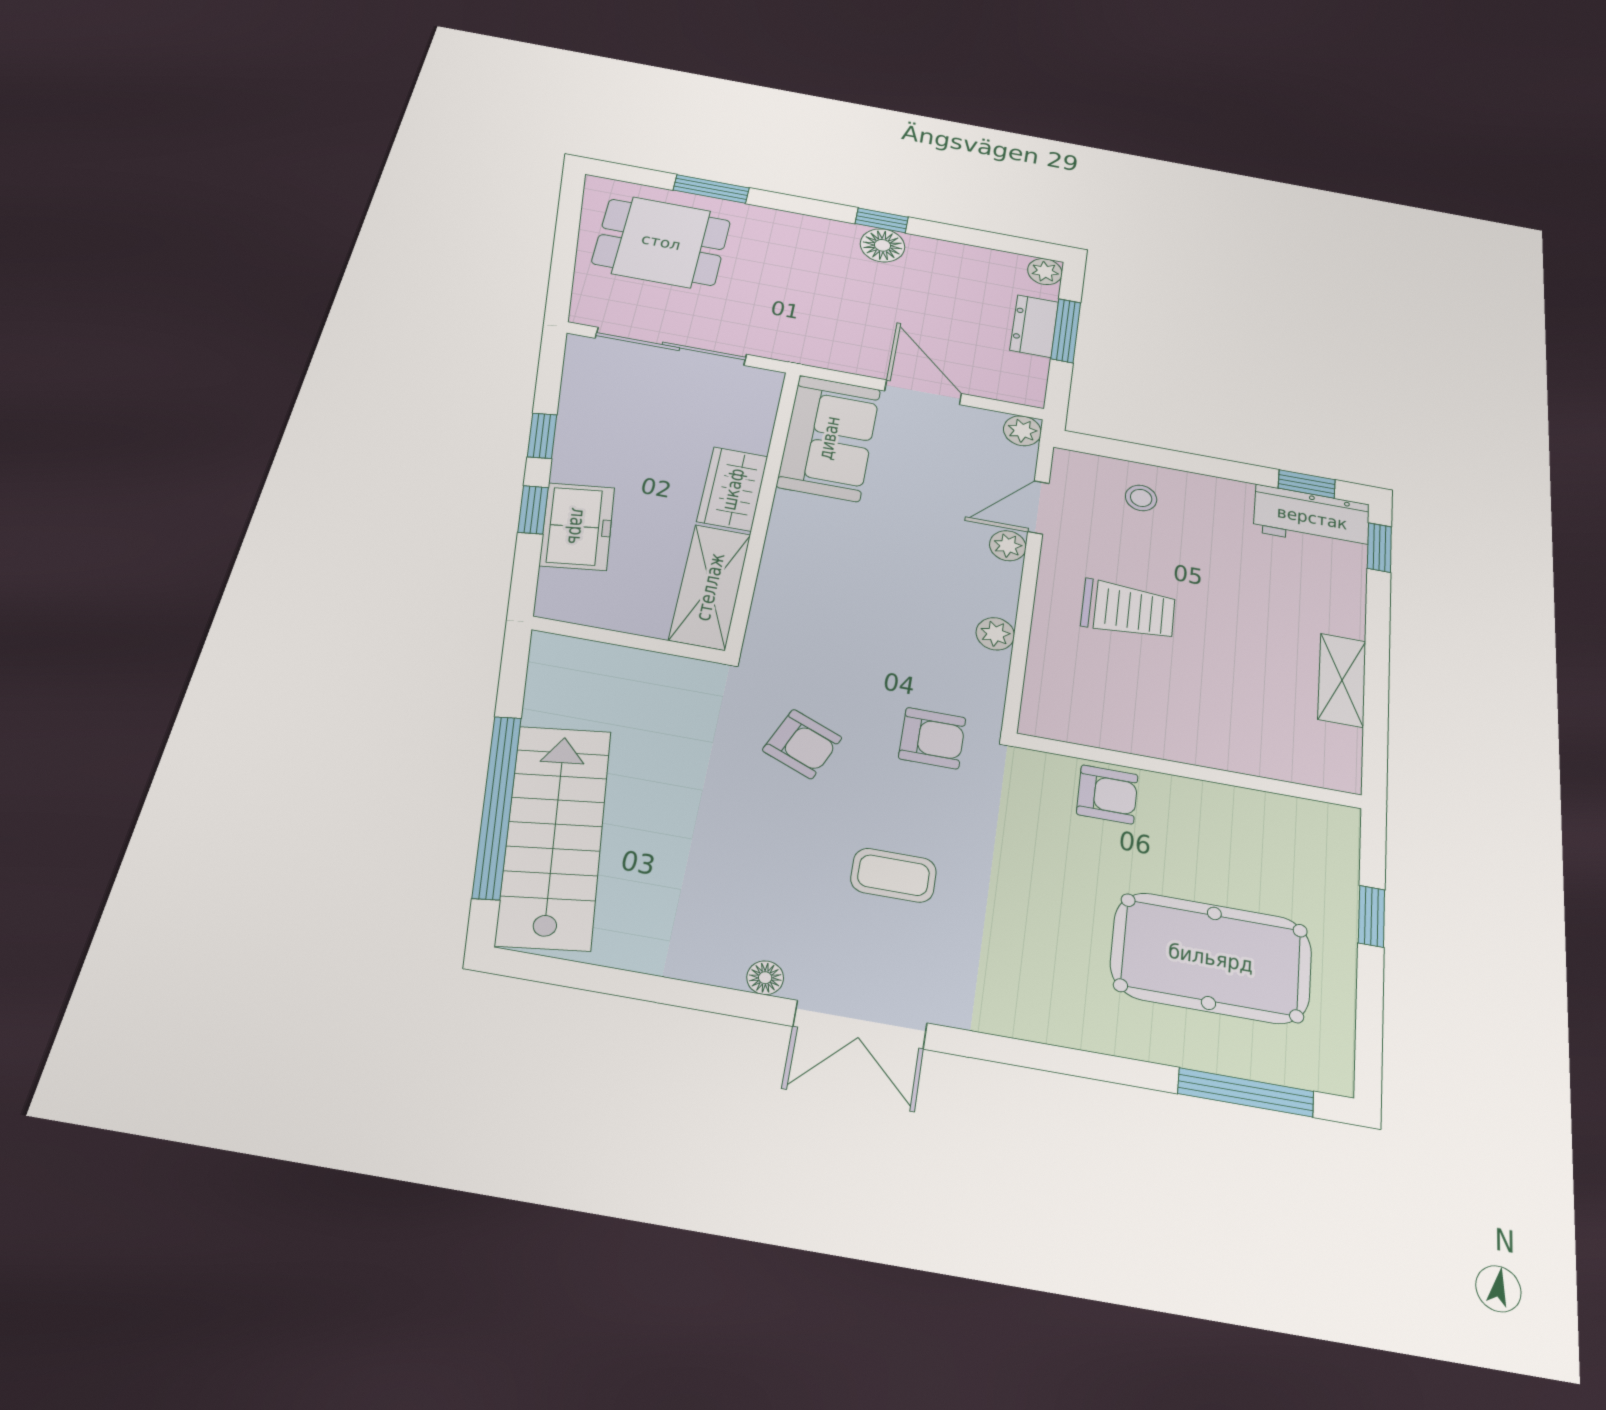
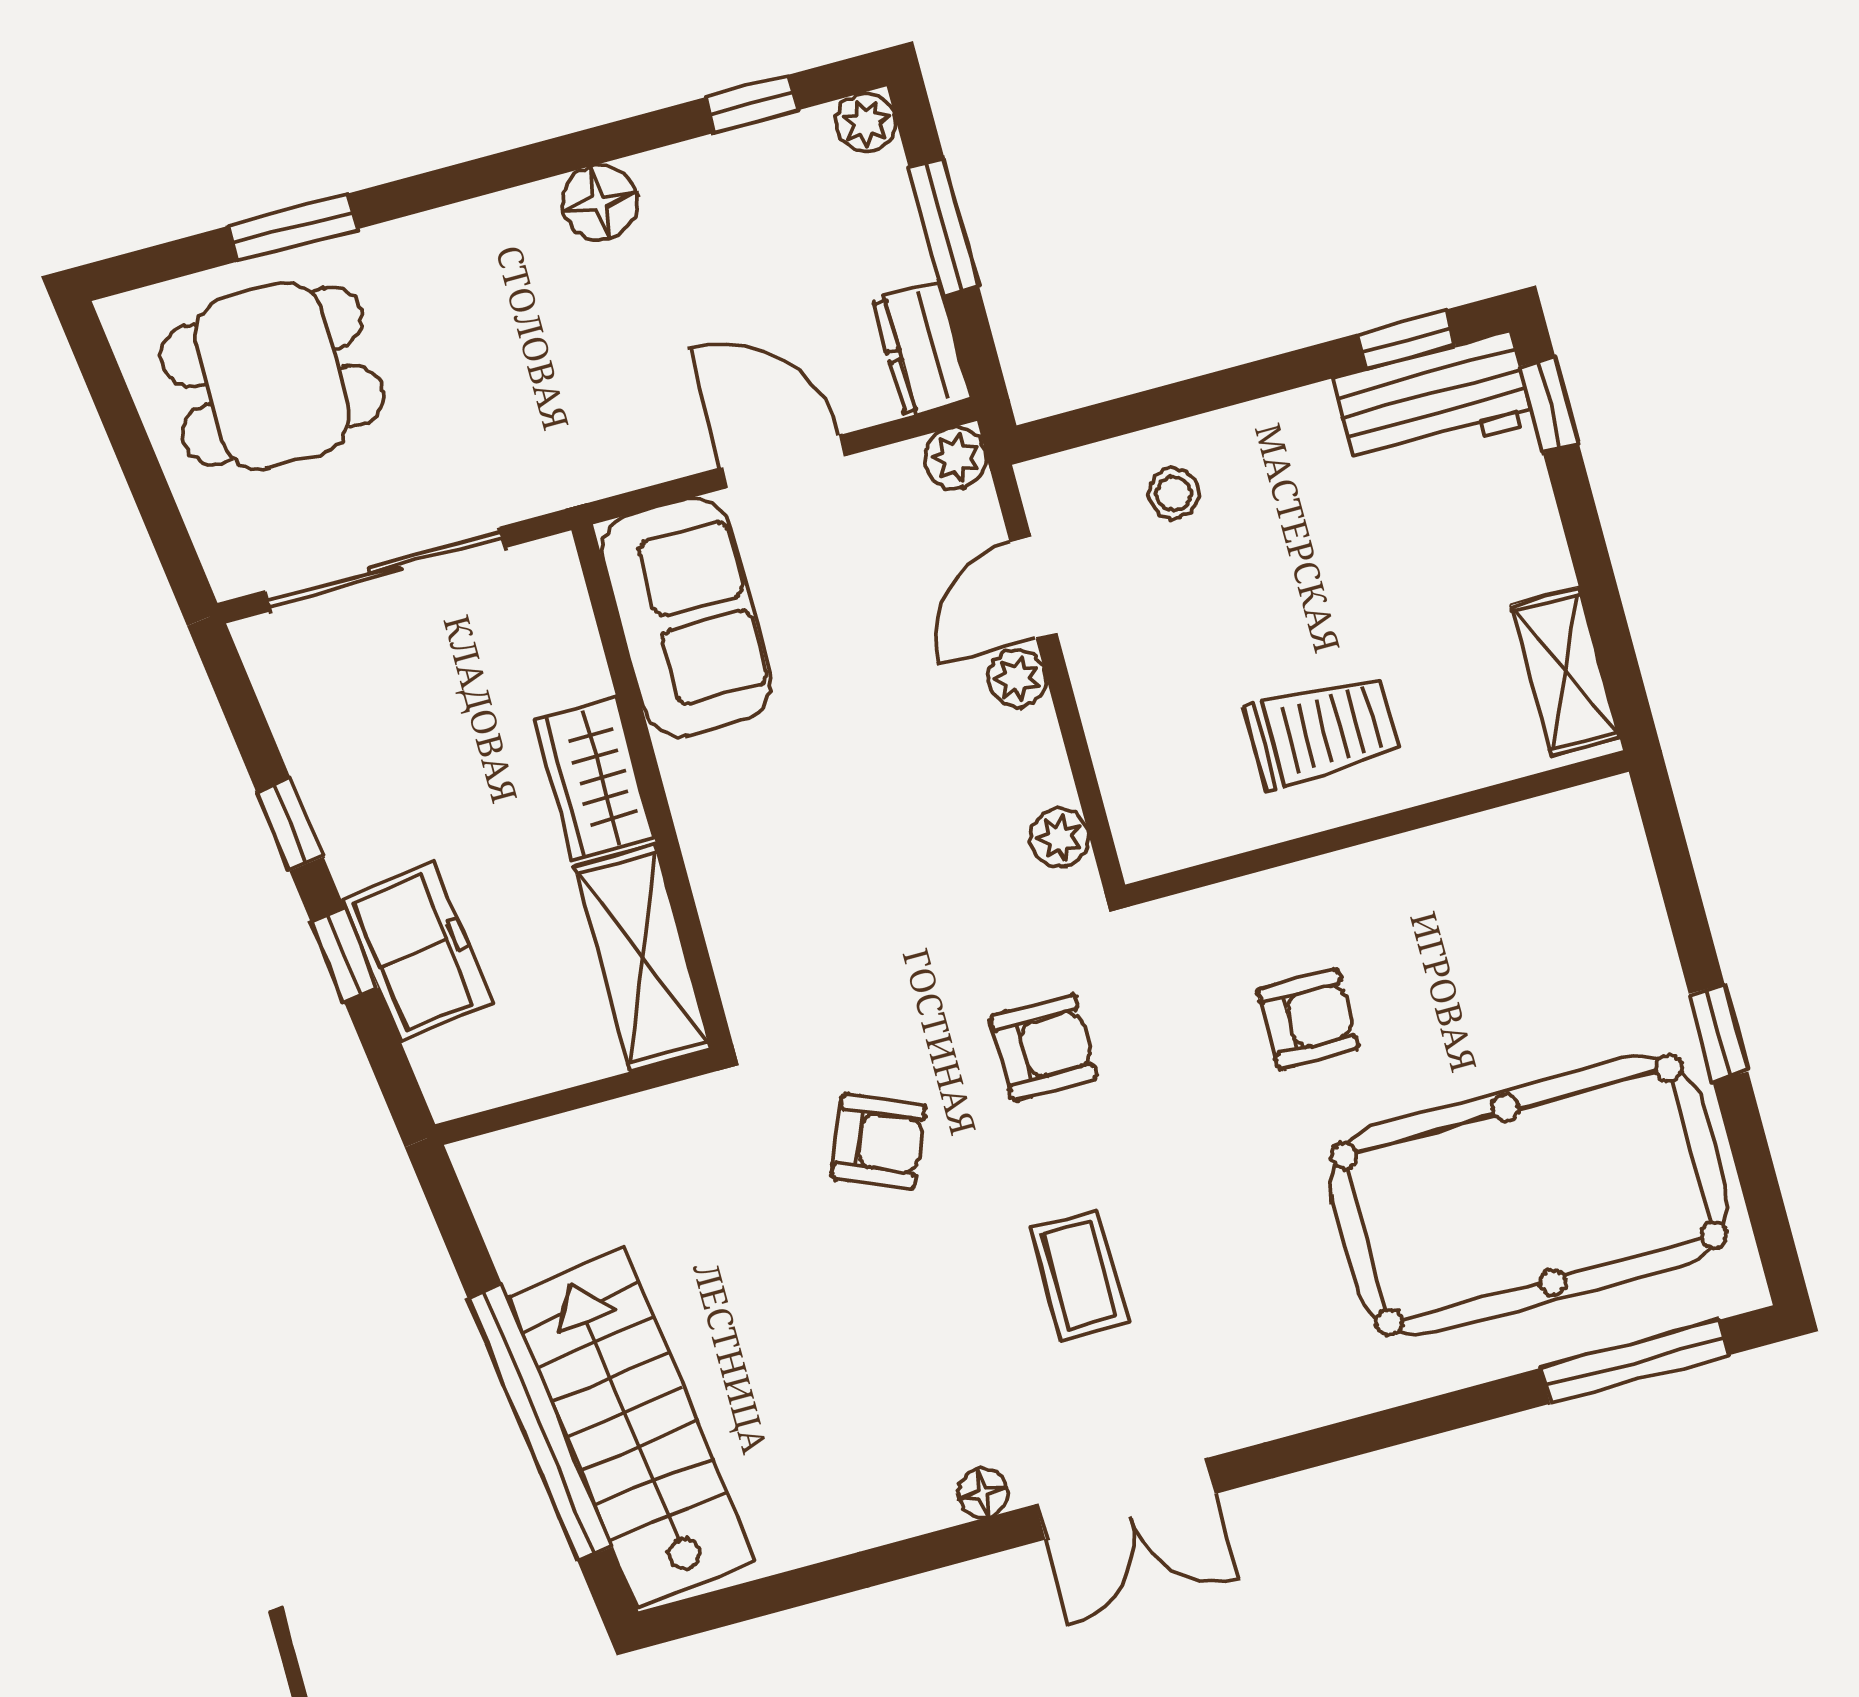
window: (882, 220) -> (751, 104), moved
dresser: (1034, 326) -> (922, 349), moved
trolley: (1128, 610) -> (1322, 731), moved
wall: (1189, 771) -> (1377, 828), moved
coffee table: (894, 875) -> (1079, 1275), turned 90
pool table: (1211, 958) -> (1529, 1195), width x1.36, depth x1.32

